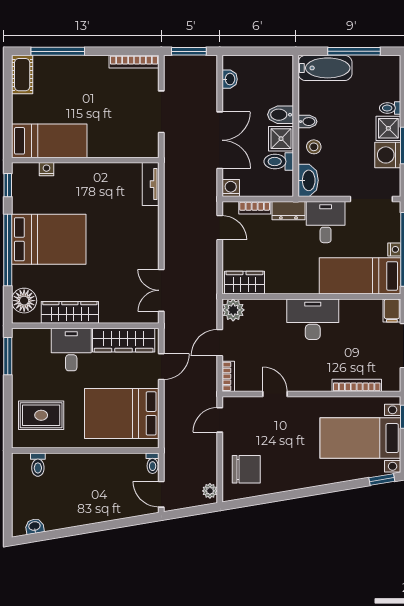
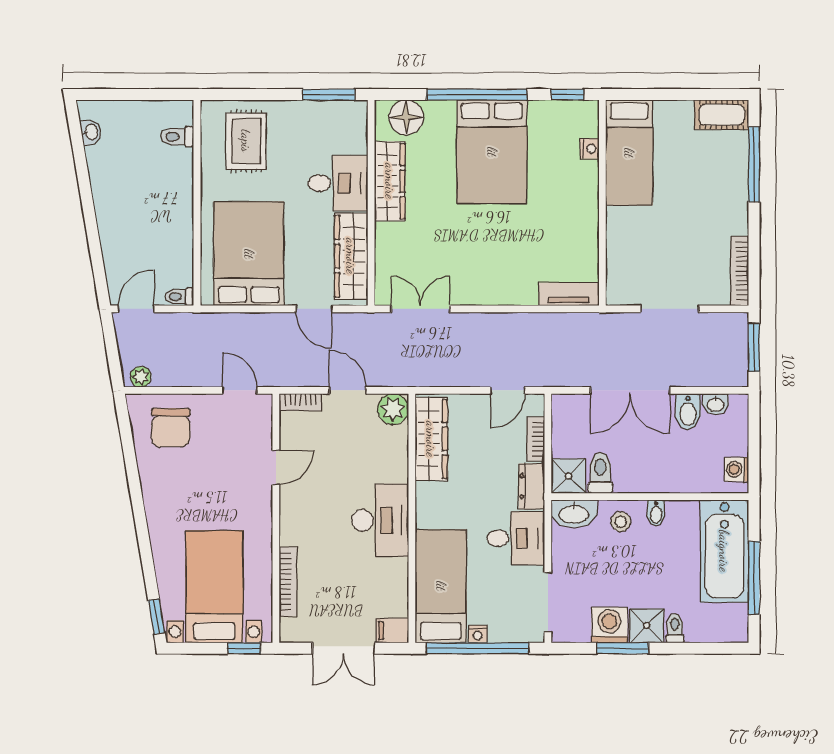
bathtub: (325, 68) -> (724, 551), width x1.36, depth x1.36
bidet: (281, 115) -> (688, 412), moved, turned 180
shower: (281, 139) -> (568, 476), moved
washing machine: (231, 188) -> (737, 469), moved, turned 180
wardrobe: (244, 283) -> (431, 439), width x1.50

